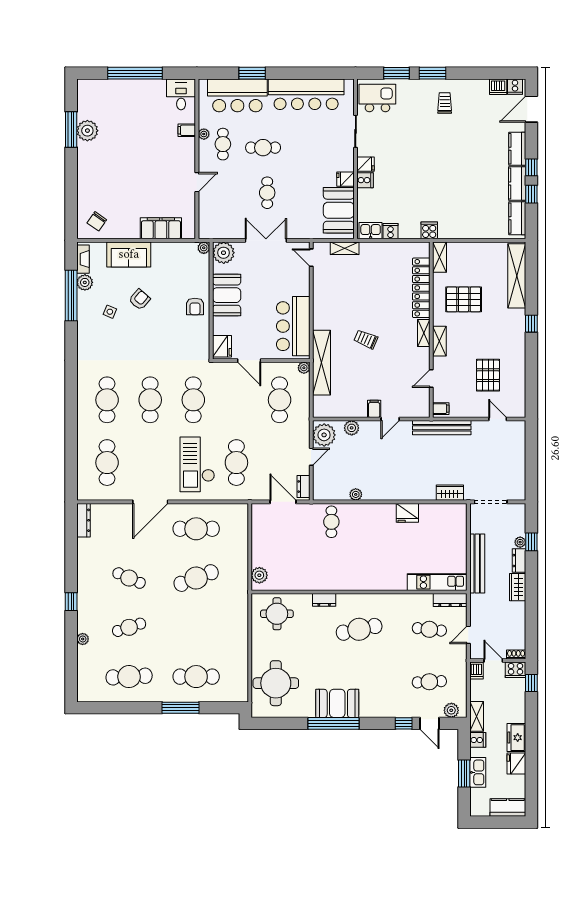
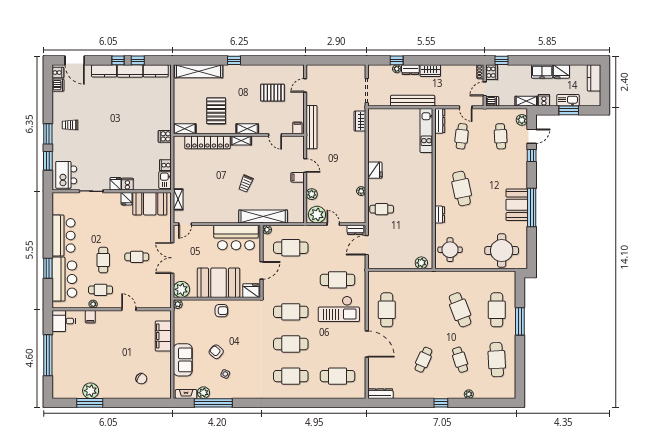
bar counter: (306, 94) -> (64, 235), width x0.73
chair: (97, 221) -> (141, 379), moved
booth: (227, 295) -> (218, 283), width x1.36, depth x1.42
fridge: (407, 513) -> (375, 170), moved
cafe table: (196, 578) -> (460, 310), moved

